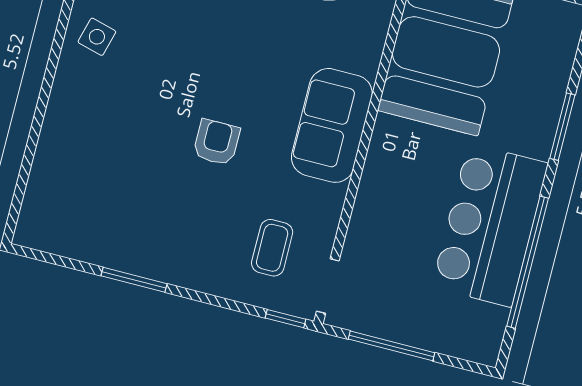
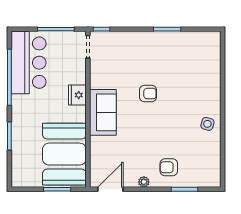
armchair: (217, 142) -> (148, 94), turned -90
fridge: (381, 181) -> (77, 95), added
bar counter: (490, 225) -> (28, 63), moved
coffee table: (272, 248) -> (114, 57), removed

